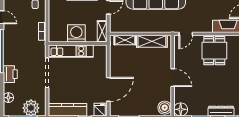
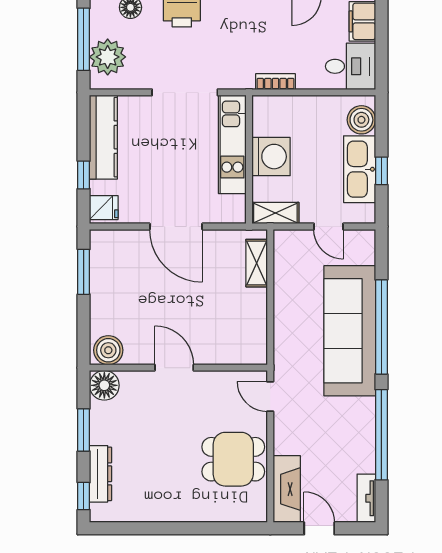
shelving: (152, 41) -> (254, 322), removed
door: (173, 78) -> (174, 368), swing flipped
door: (108, 89) -> (176, 226), moved

